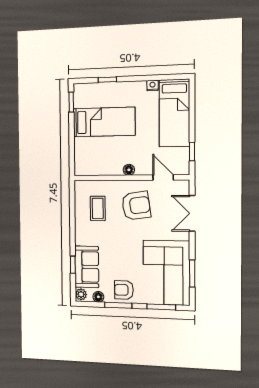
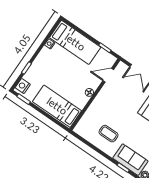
nightstand: (85, 90) -> (23, 86), added
bed: (104, 122) -> (57, 106), moved, turned -90
armchair: (136, 206) -> (114, 103), removed
coffee table: (98, 208) -> (108, 134), moved

